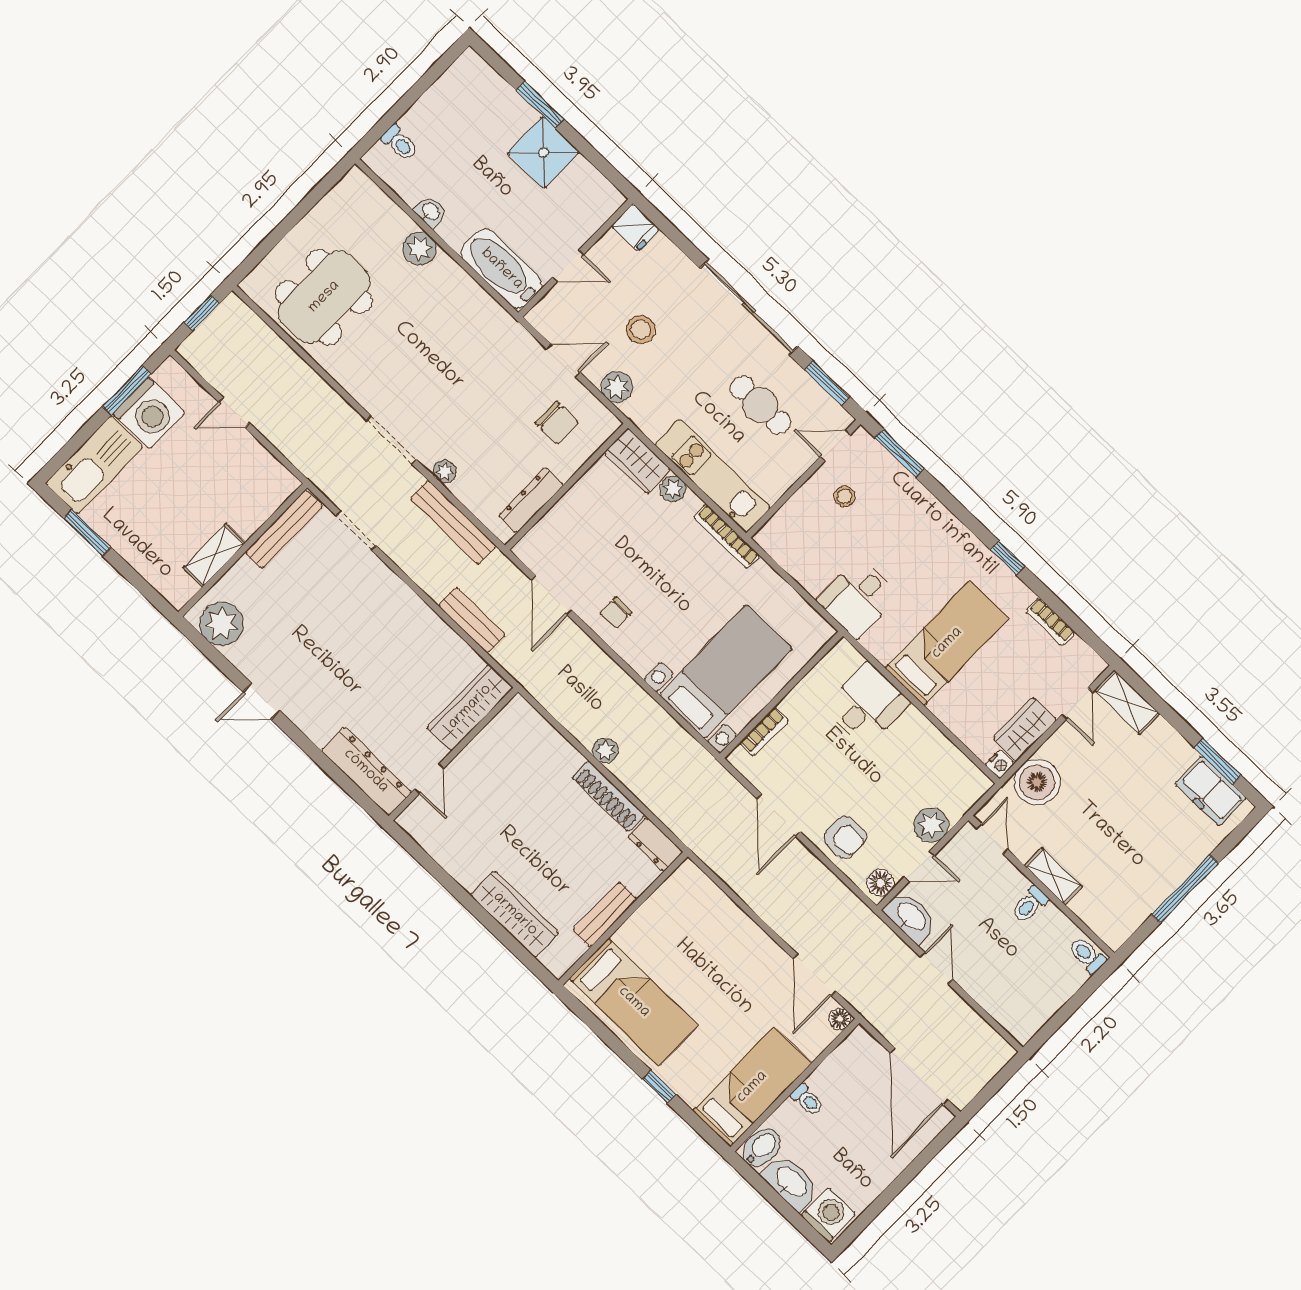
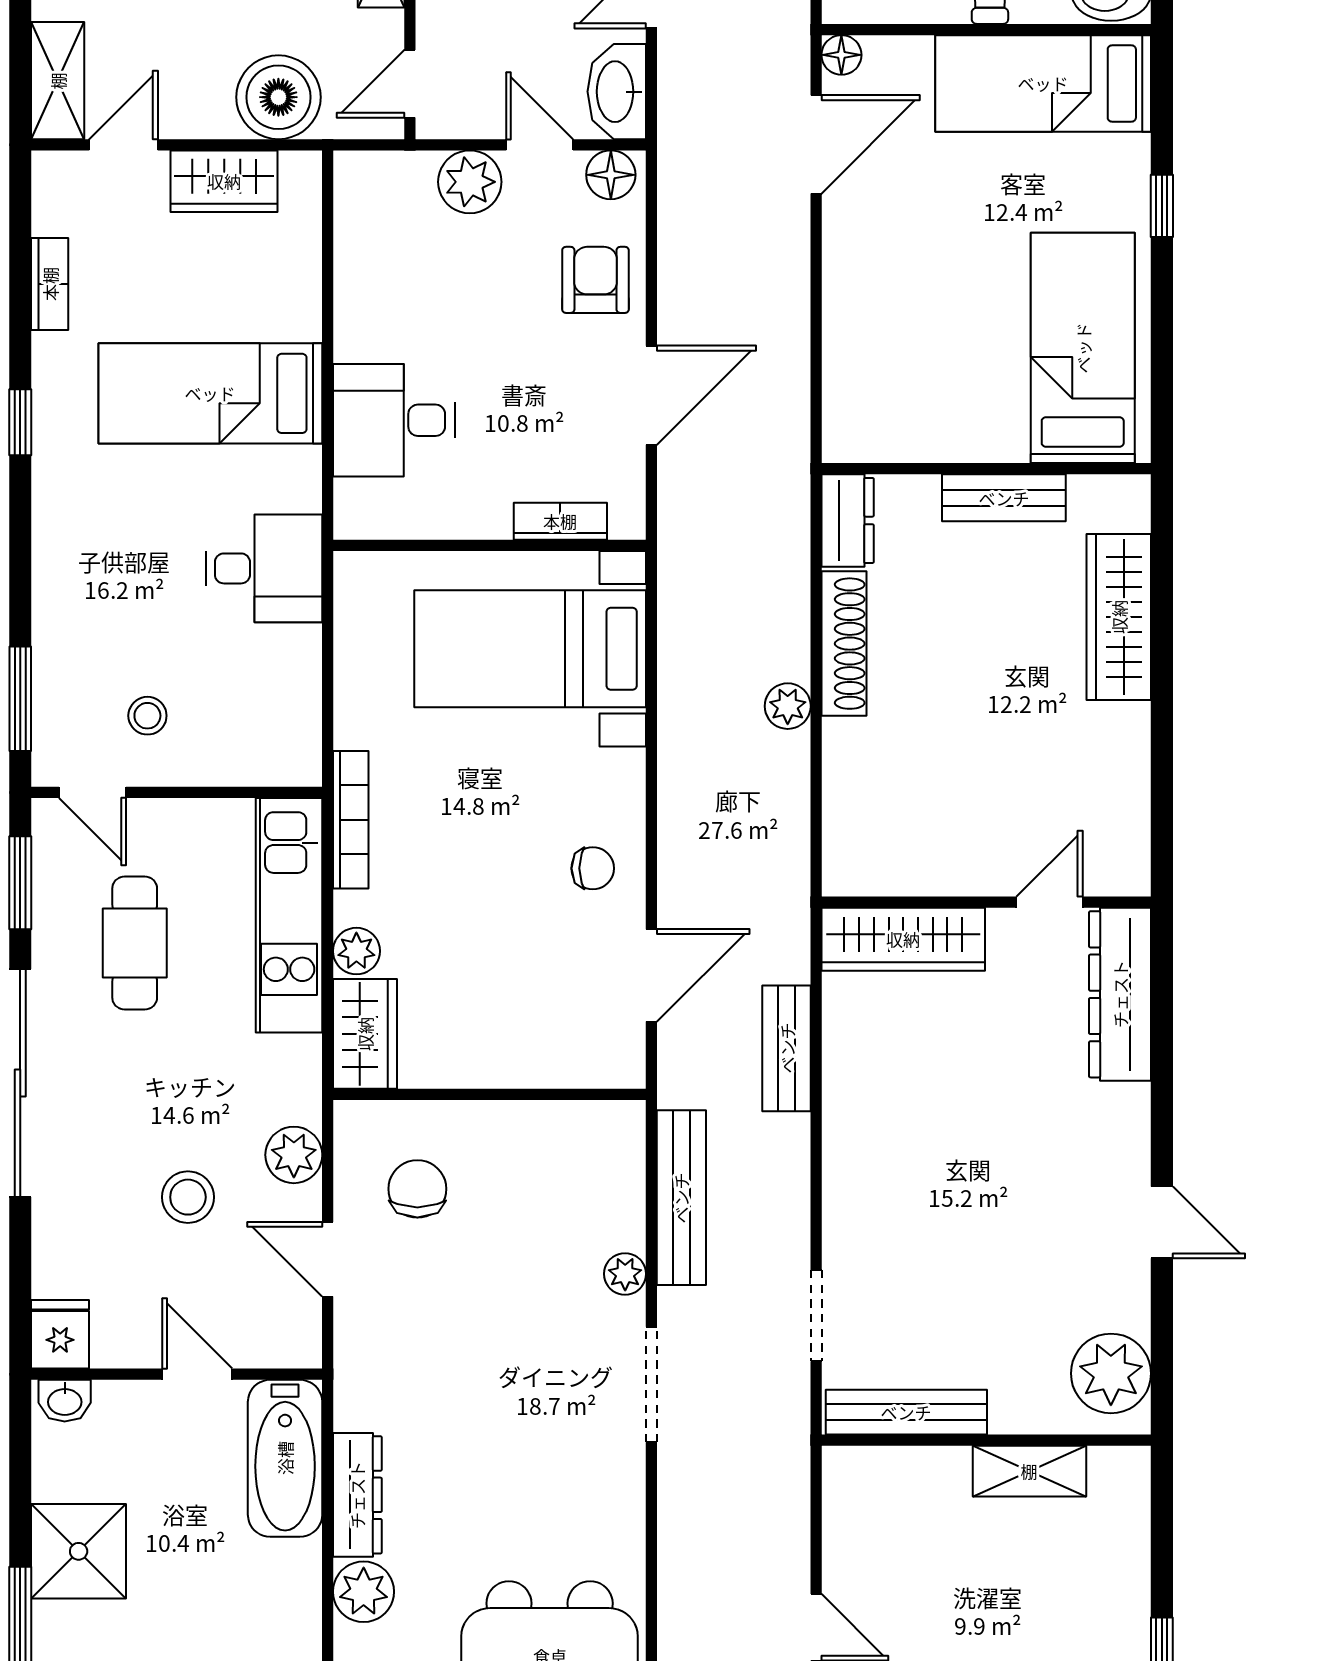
washbasin: (430, 212) -> (65, 1401), moved, turned -90
dresser: (531, 500) -> (357, 1495), moved, turned -90
nightstand: (1000, 764) -> (302, 169), removed

